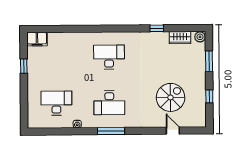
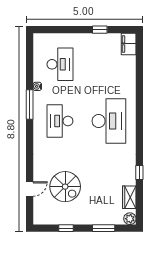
desk: (109, 57) -> (109, 121), width x1.36, depth x1.30
window: (111, 131) -> (30, 105), moved

